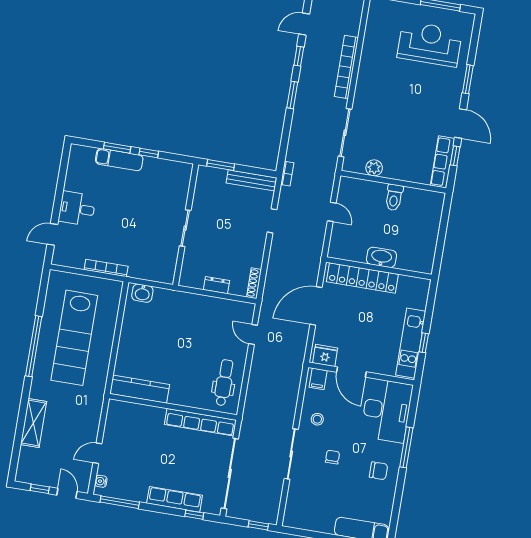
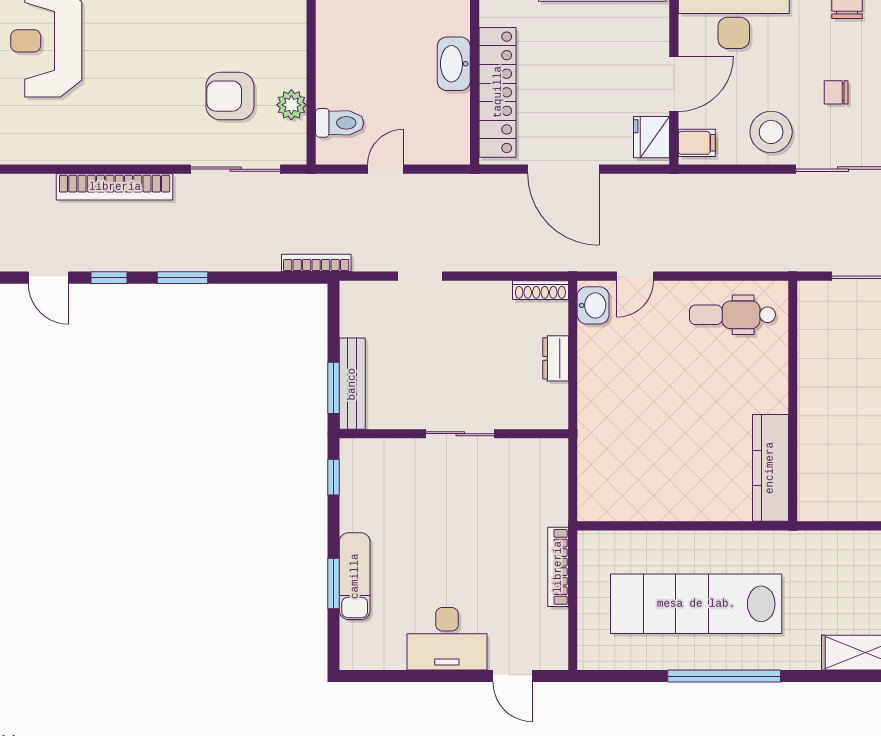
armchair: (384, 136) -> (230, 96), added
window: (149, 153) -> (333, 477), moved
bookcase: (287, 174) -> (316, 263), width x1.56
bench: (251, 180) -> (352, 384), moved
toilet: (394, 197) -> (340, 123), moved
desk: (77, 209) -> (447, 639), width x1.37
washbasin: (142, 293) -> (593, 305), moved
lab bench: (74, 338) -> (696, 604), turned 180
stool: (317, 419) -> (771, 132), width x1.89, depth x1.89
row of seats: (200, 422) -> (813, 346), removed

